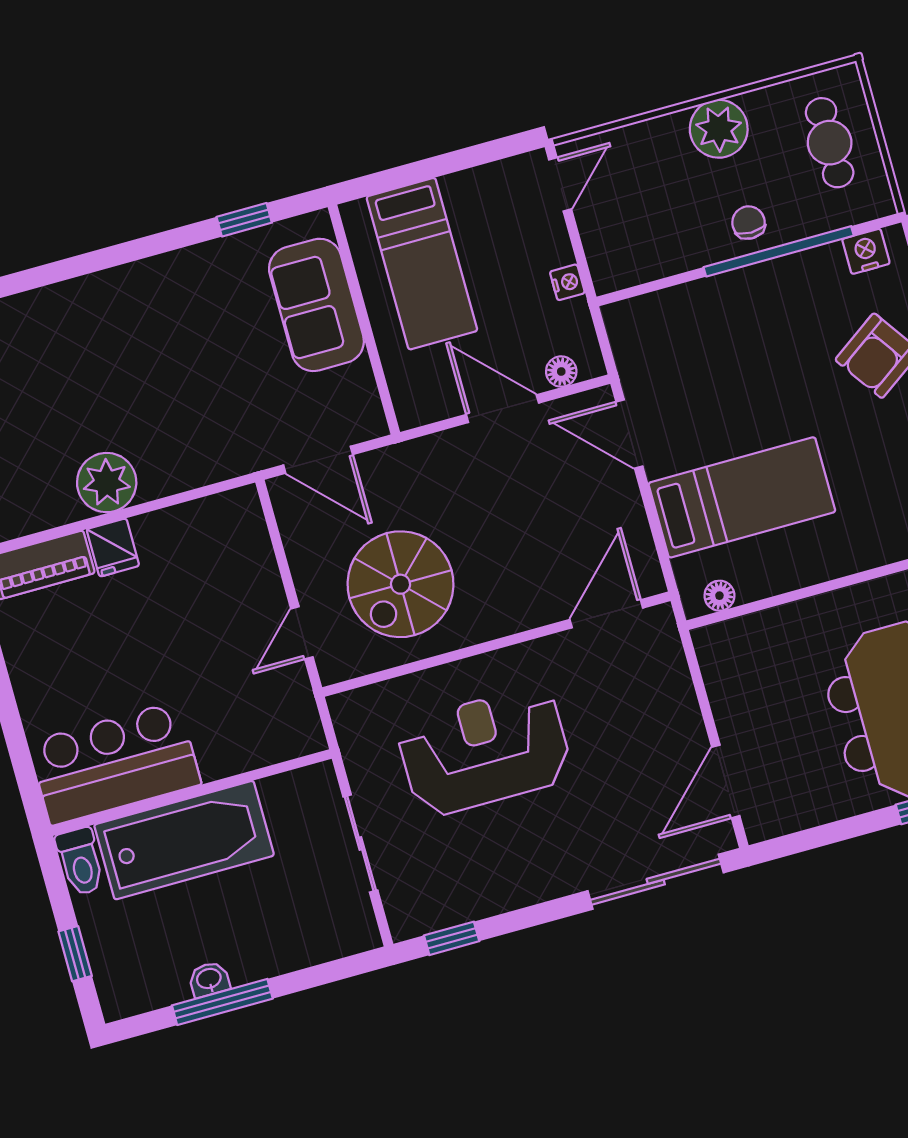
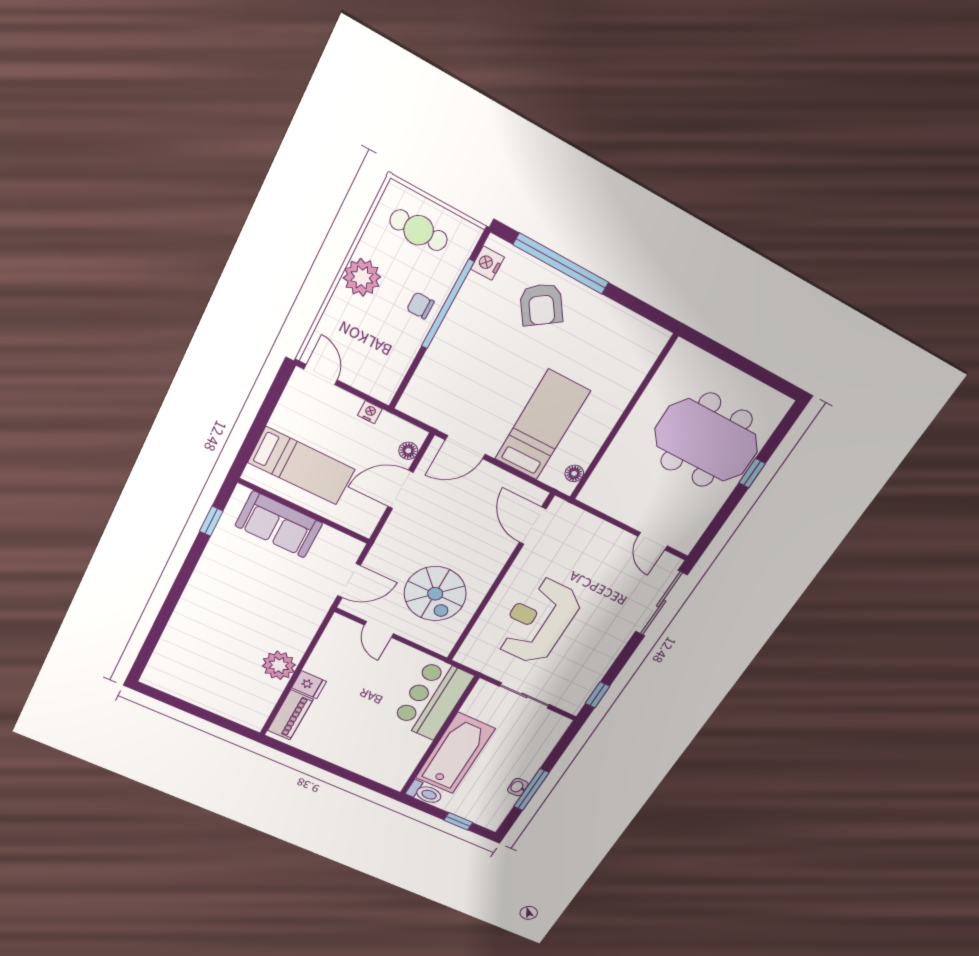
door: (302, 633) -> (379, 629), moved
bar counter: (115, 763) -> (432, 699), moved
door: (726, 781) -> (653, 541), width x0.73

